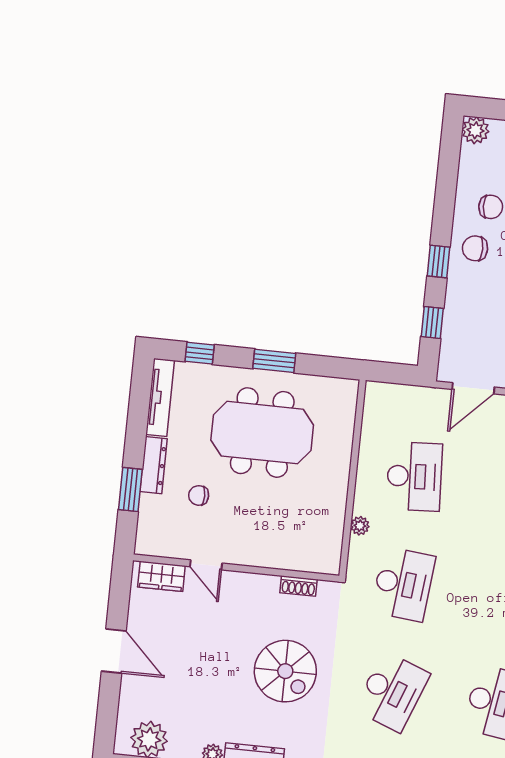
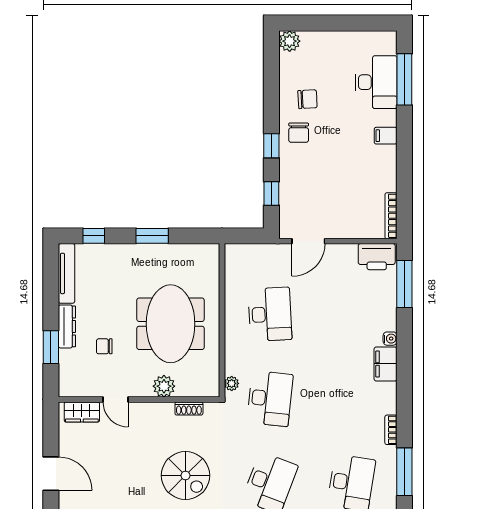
chair: (475, 248) -> (299, 133), turned -90
meeting table: (262, 433) -> (171, 324), moved, turned 90
plant: (360, 526) -> (232, 383), moved
plant: (270, 554) -> (164, 386), added

